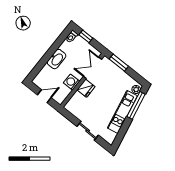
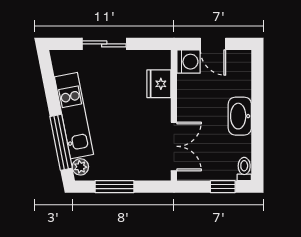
window: (119, 63) -> (114, 187), moved
washing machine: (72, 82) -> (189, 62), moved
fridge: (86, 88) -> (159, 84), moved
door: (44, 96) -> (213, 44), hinge flipped

